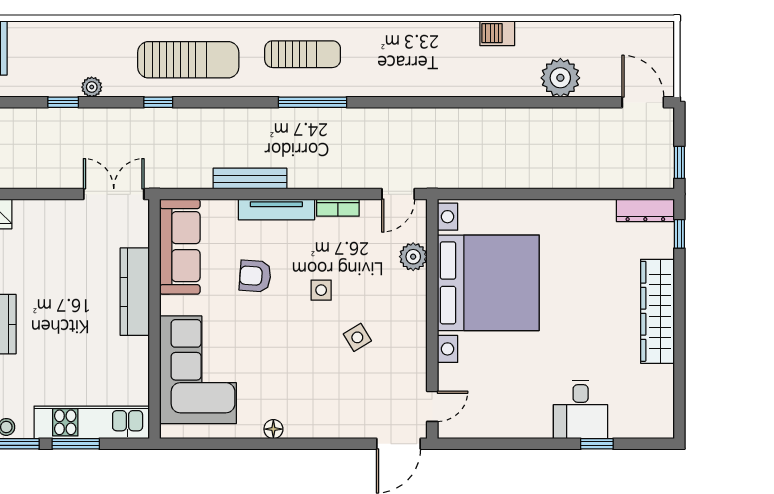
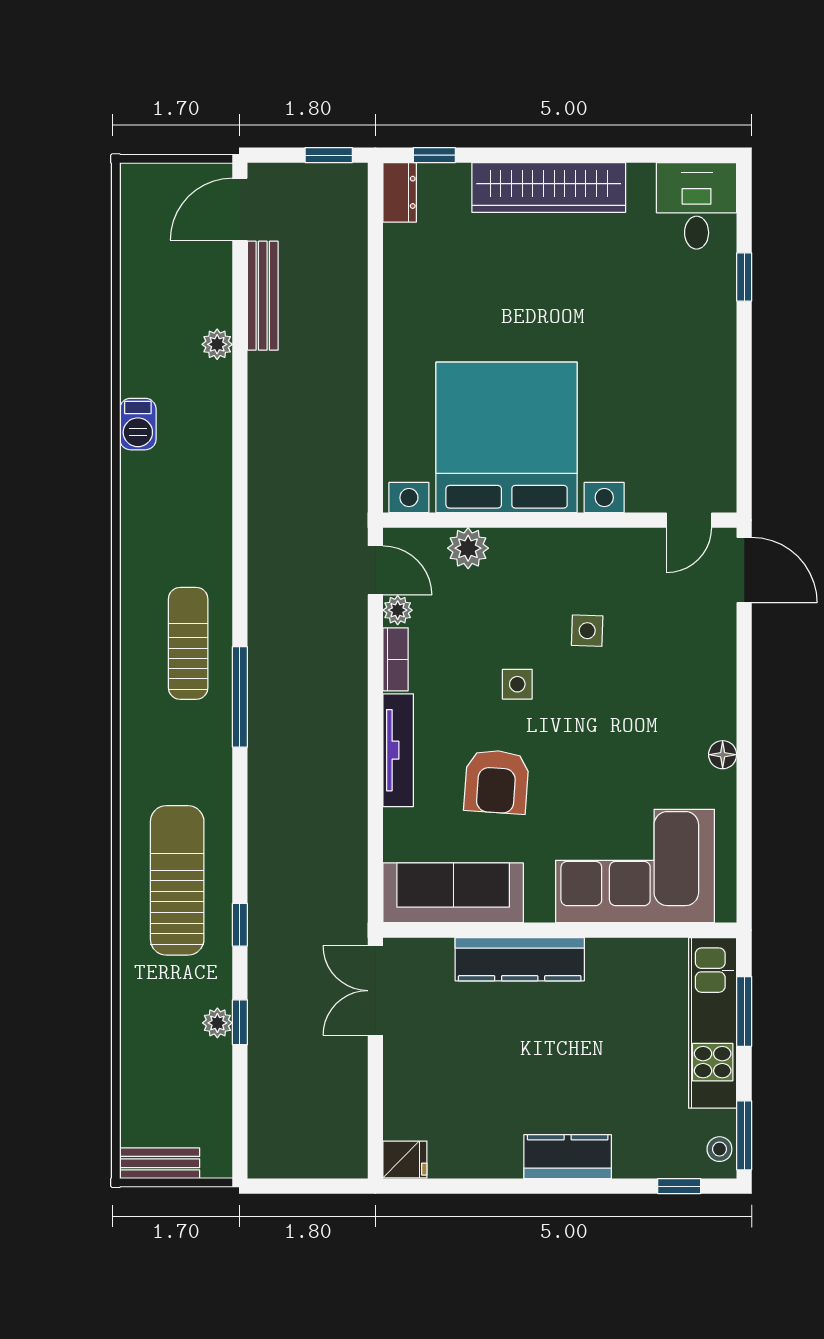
sun lounger: (303, 54) -> (188, 643), moved
plant: (560, 78) -> (217, 344), width x0.53, depth x0.53
window: (63, 102) -> (240, 1022), moved
bench: (250, 179) -> (263, 296), moved
plant: (371, 209) -> (398, 610), added
dresser: (645, 210) -> (400, 192), width x0.70
armchair: (255, 276) -> (496, 782), width x1.38, depth x1.38
side table: (357, 337) -> (587, 631), turned 33
door: (432, 406) -> (689, 520), swing flipped
desk: (581, 409) -> (697, 206), moved, turned -90
window: (76, 444) -> (744, 1011), moved

